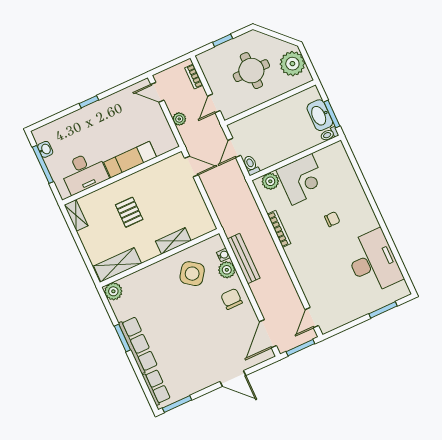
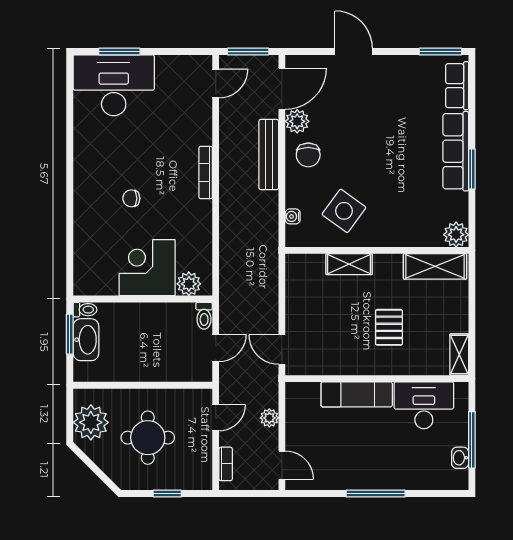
window: (89, 102) -> (376, 493), width x2.17
bookcase: (279, 229) -> (206, 173), moved
bench: (244, 259) -> (269, 154), moved
desk: (373, 262) -> (114, 85), moved, turned 90
plant: (227, 270) -> (297, 121), moved

